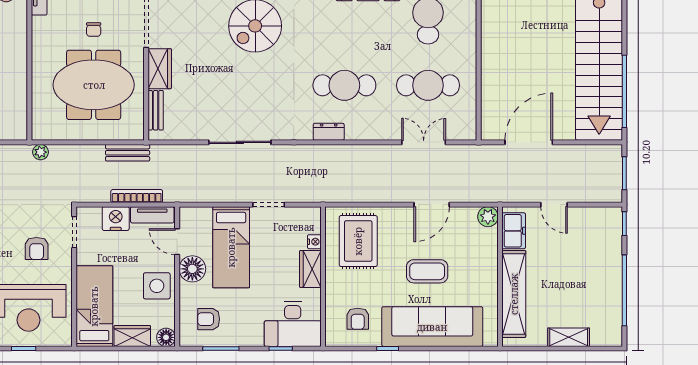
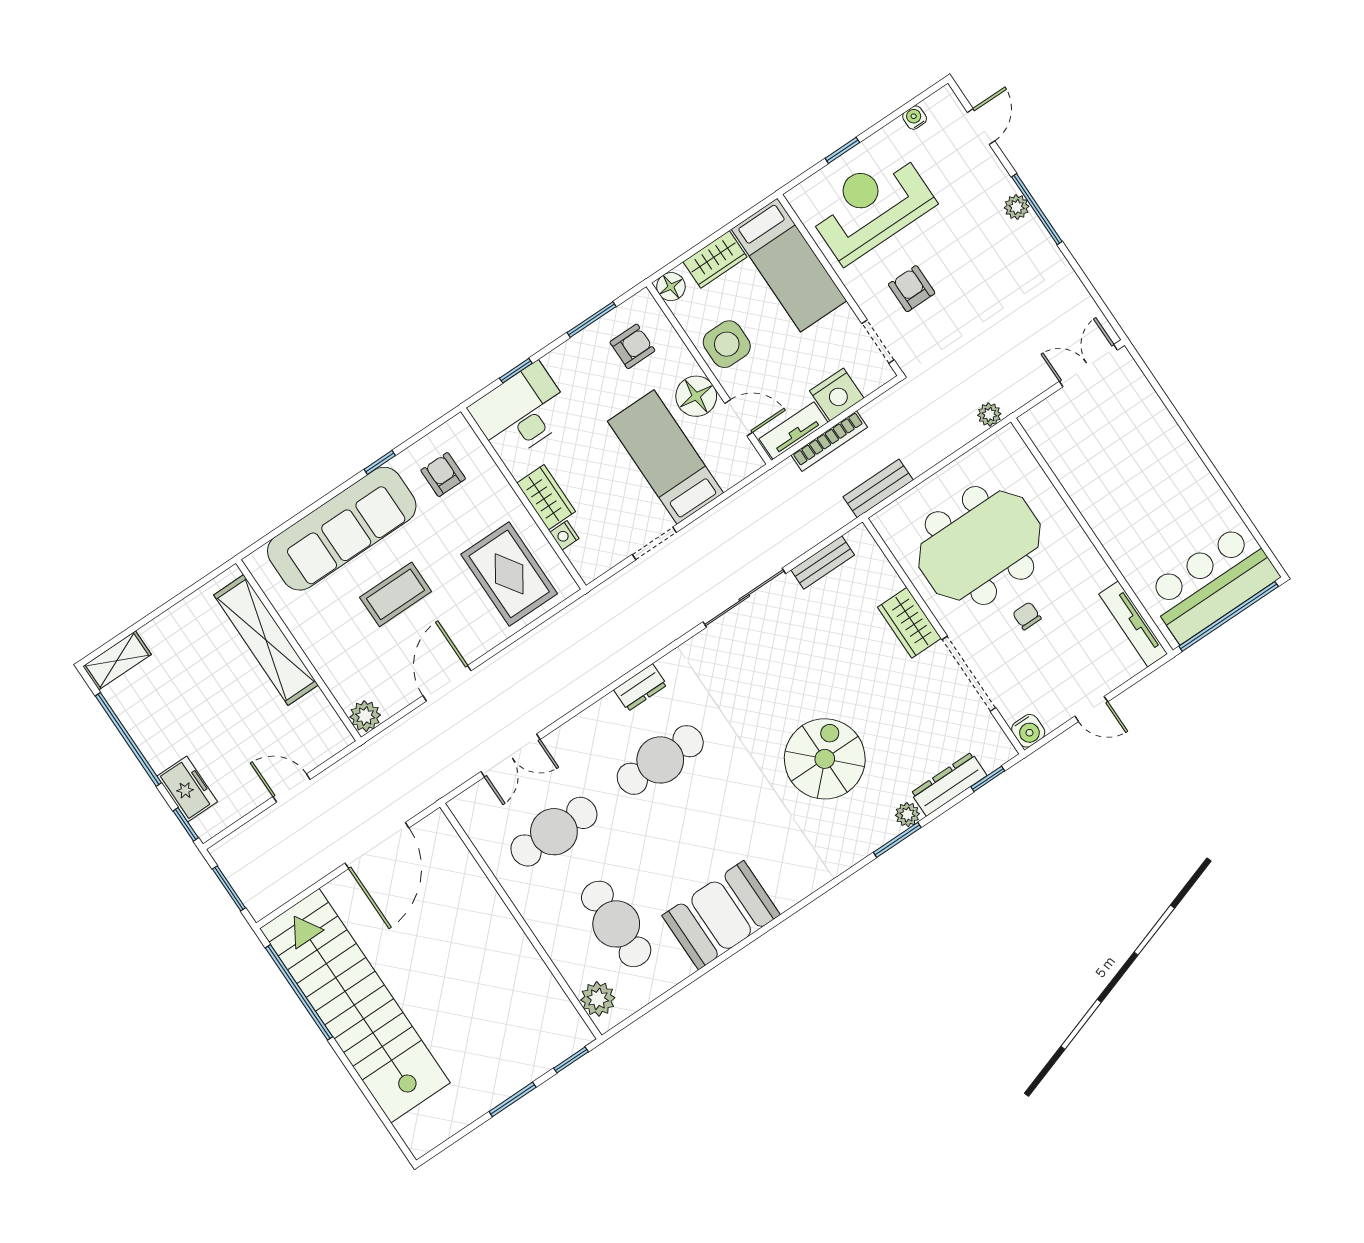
bench: (156, 110) -> (823, 563), moved, turned 90
freezer: (514, 231) -> (187, 789), moved, turned 180
shelving: (569, 337) -> (117, 660), moved

